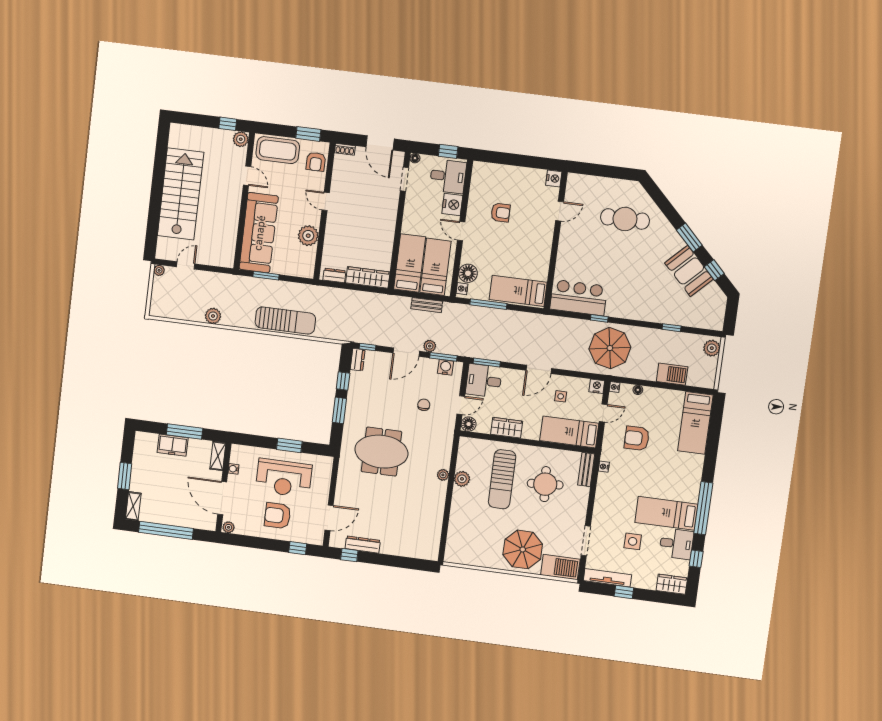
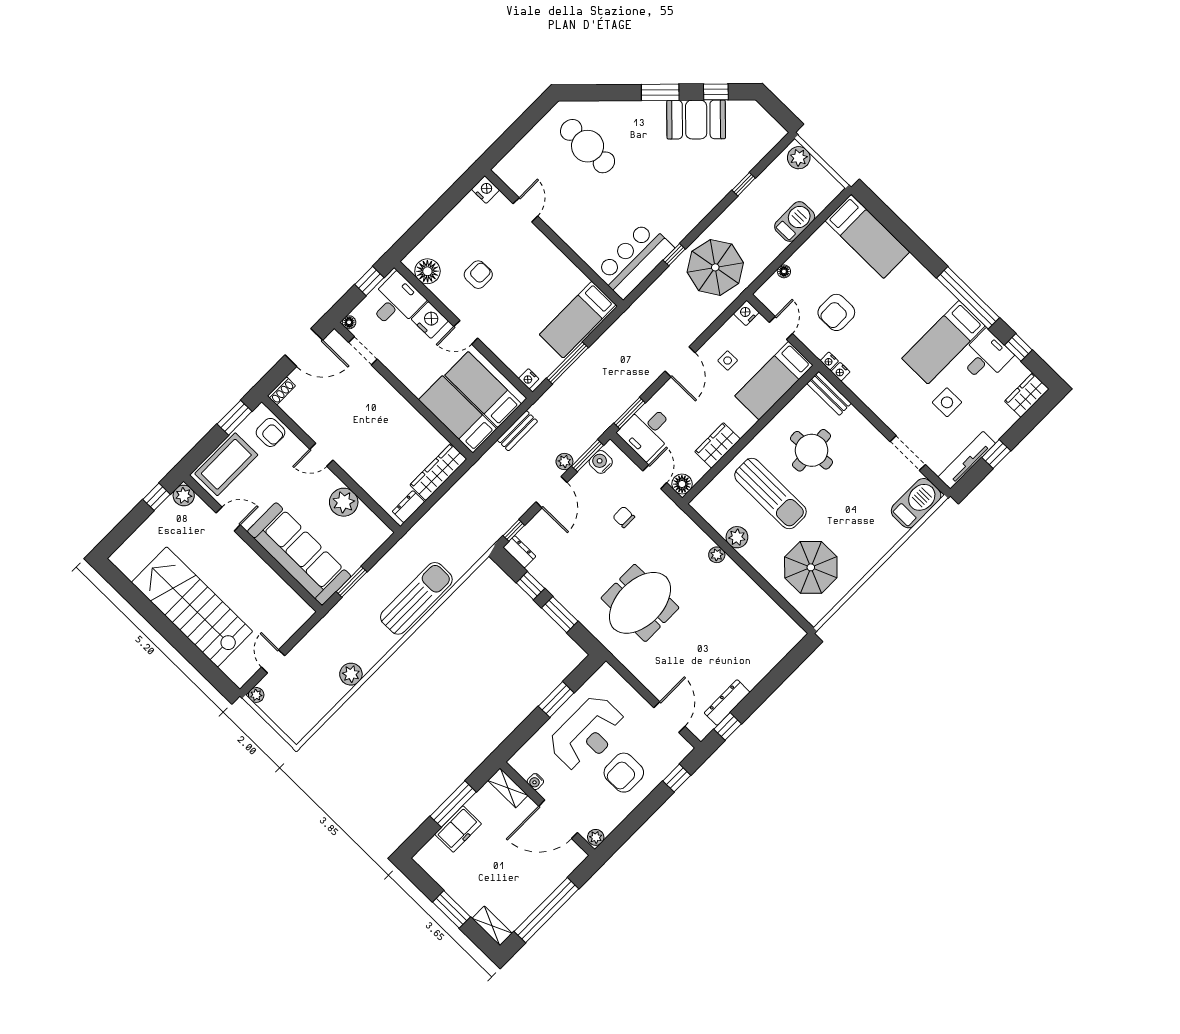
cafe table: (625, 219) -> (588, 146), turned 90
floor lamp: (468, 273) -> (427, 271), moved
nightstand: (614, 387) -> (829, 361), moved
parasol: (523, 549) -> (811, 567), moved

